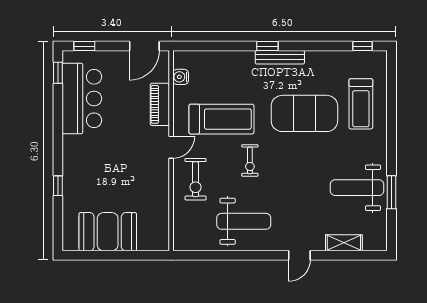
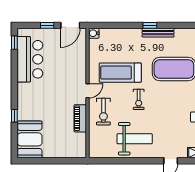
window: (84, 46) -> (47, 25), moved
water cooler: (181, 77) -> (94, 33), moved
piano: (160, 104) -> (80, 118), moved
treadmill: (221, 119) -> (120, 73), turned 180
booth: (108, 232) -> (30, 139), moved, turned 90

